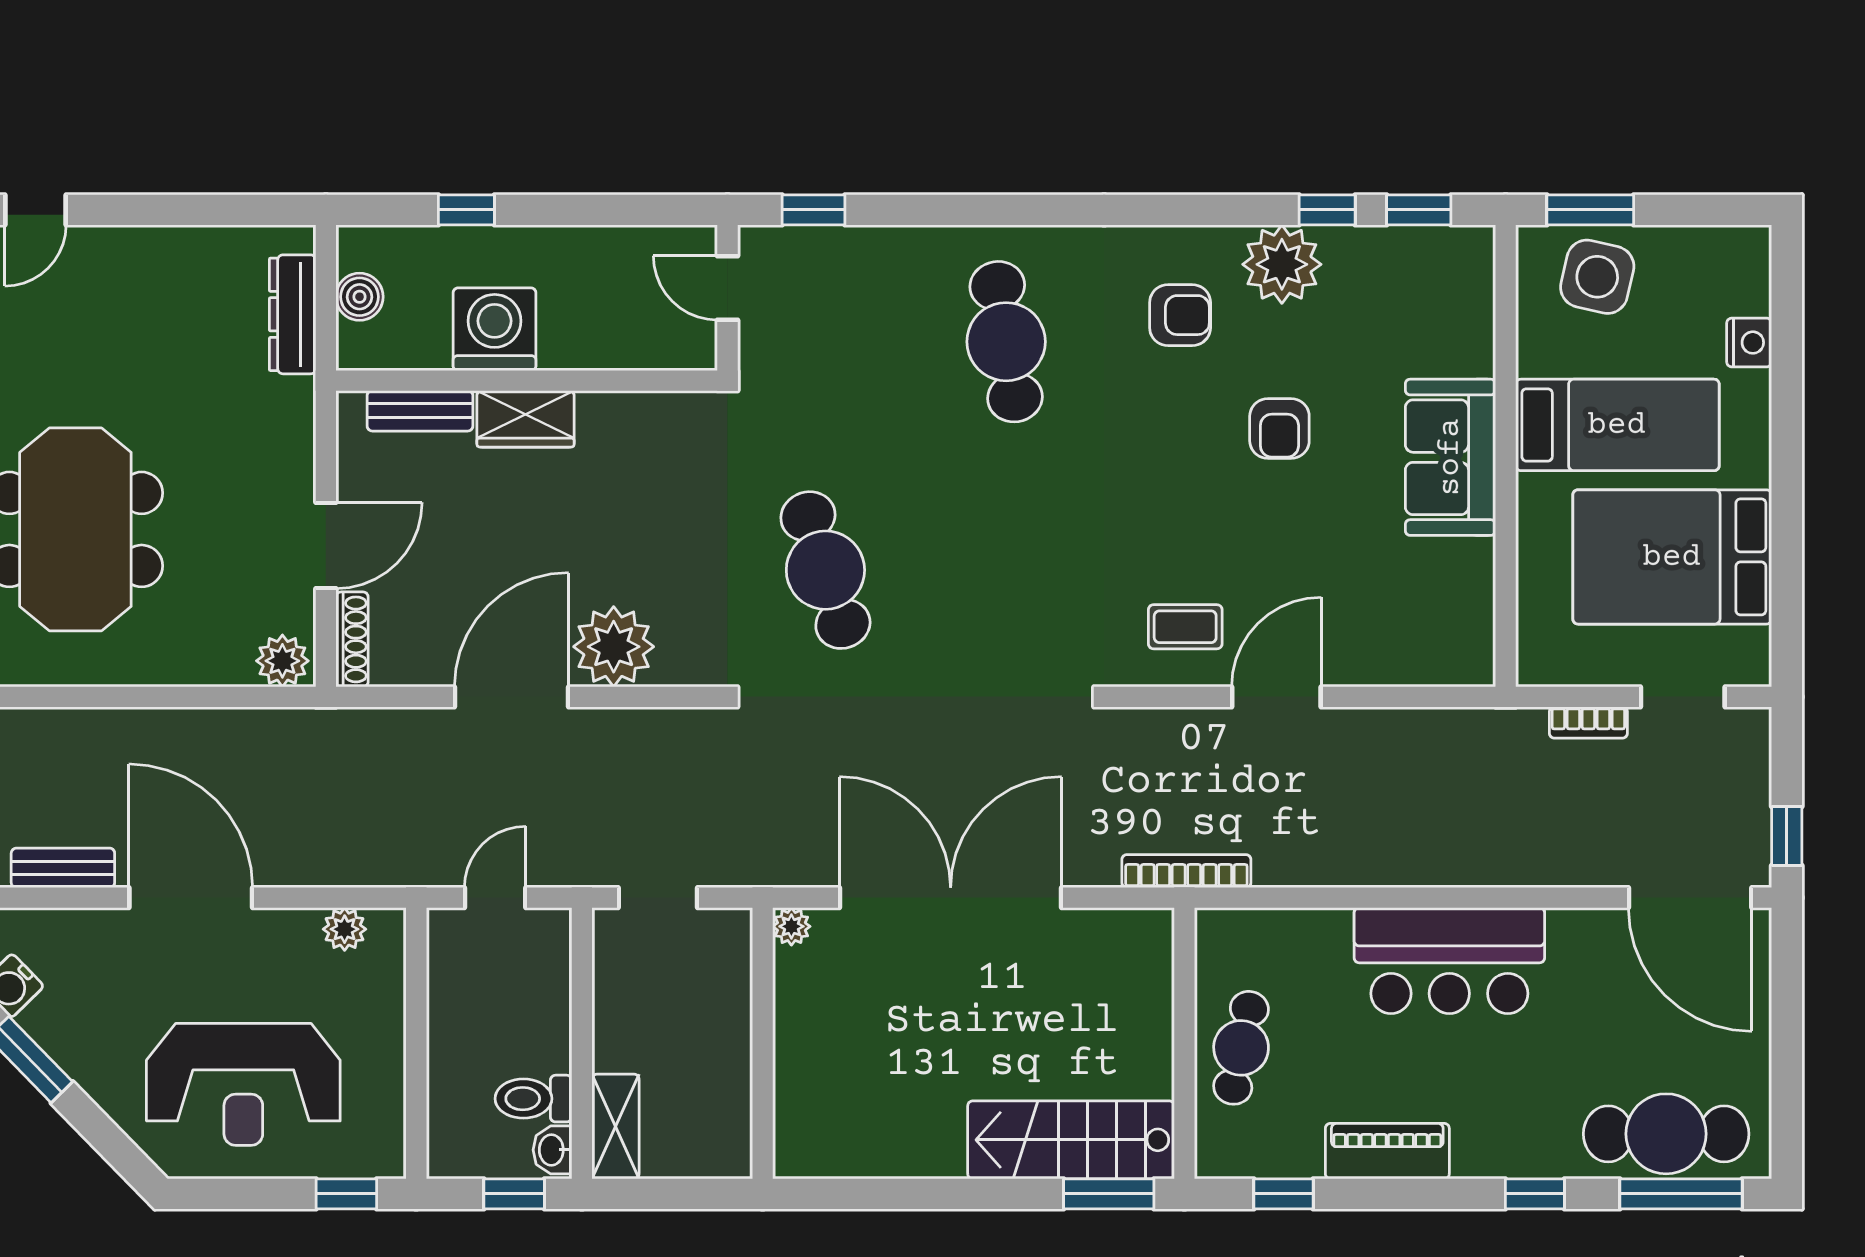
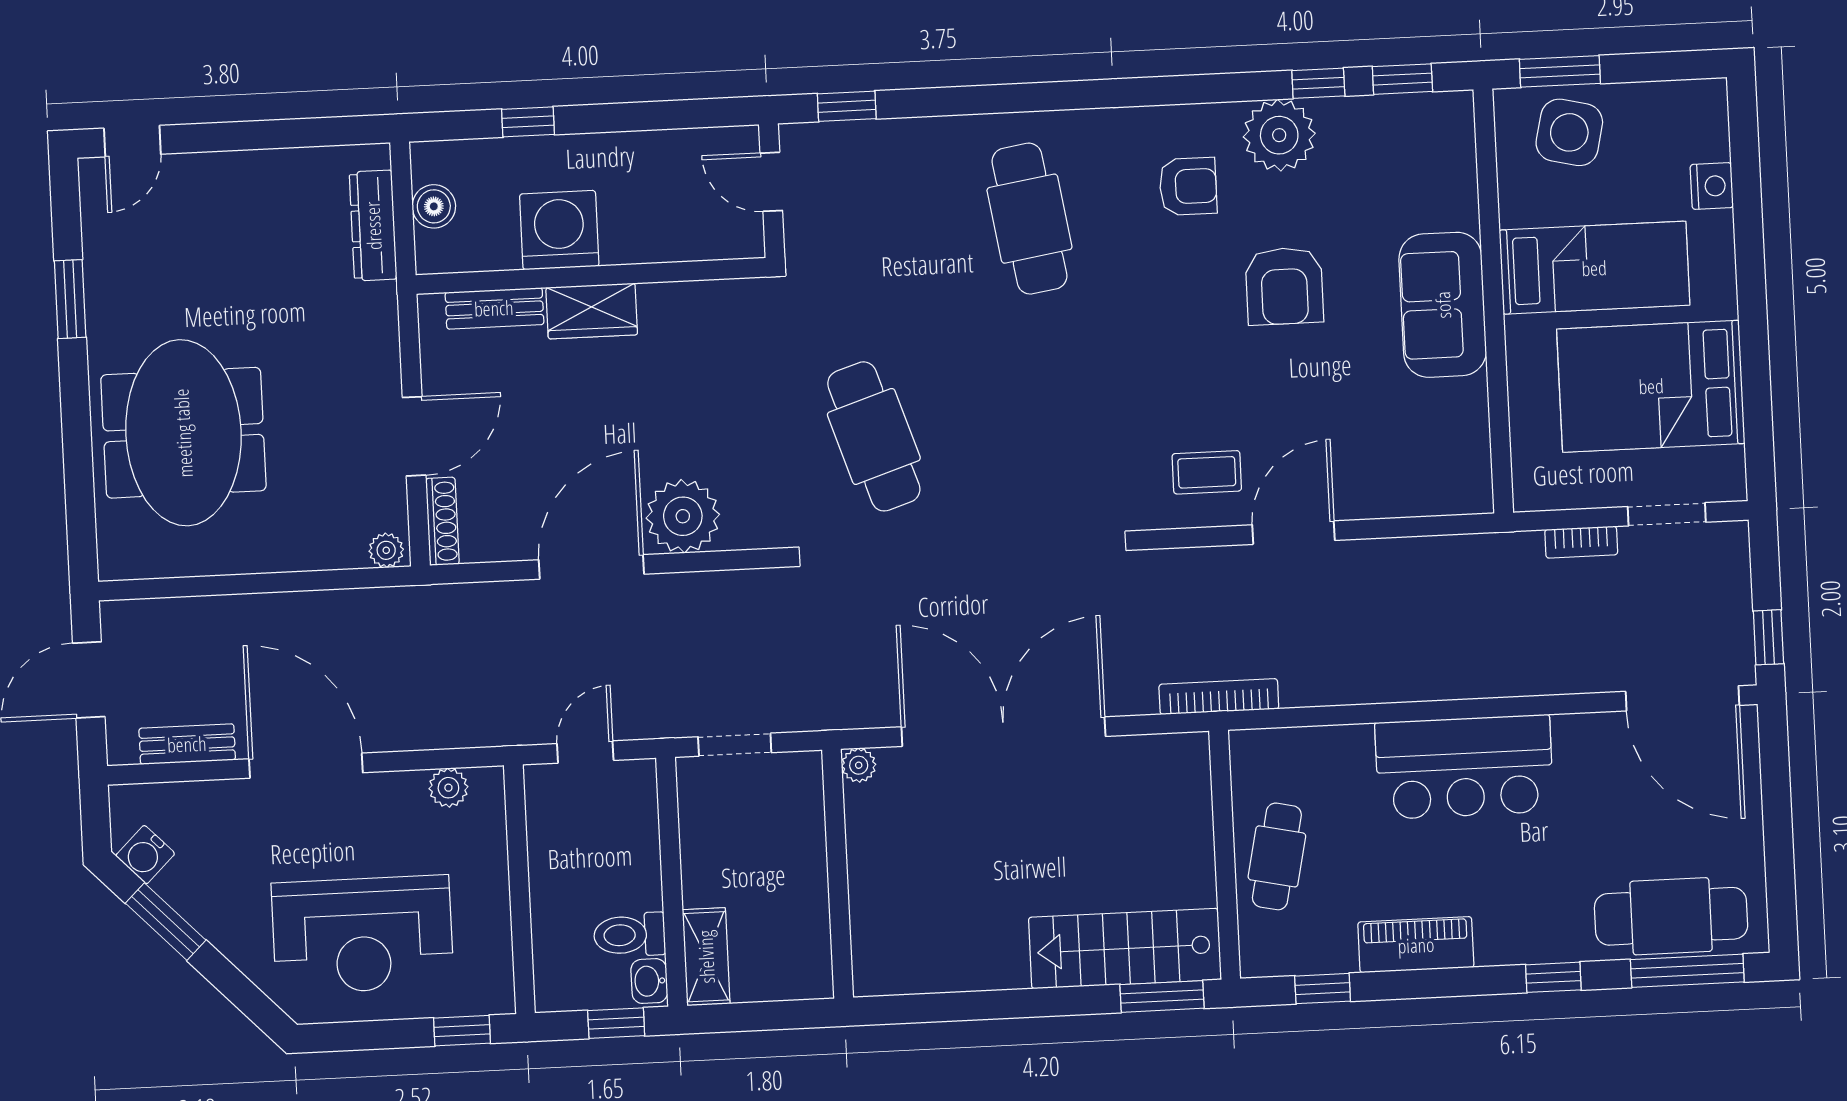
armchair: (1279, 428) -> (1284, 286), width x1.38, depth x1.38
plant: (282, 661) -> (386, 550), width x0.73, depth x0.73

